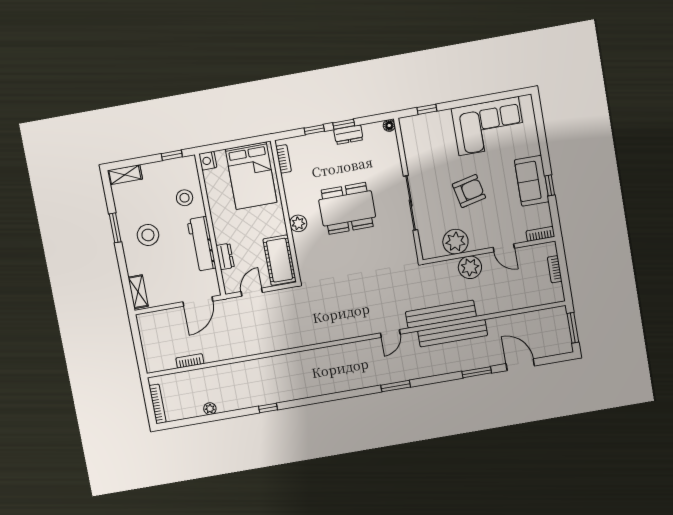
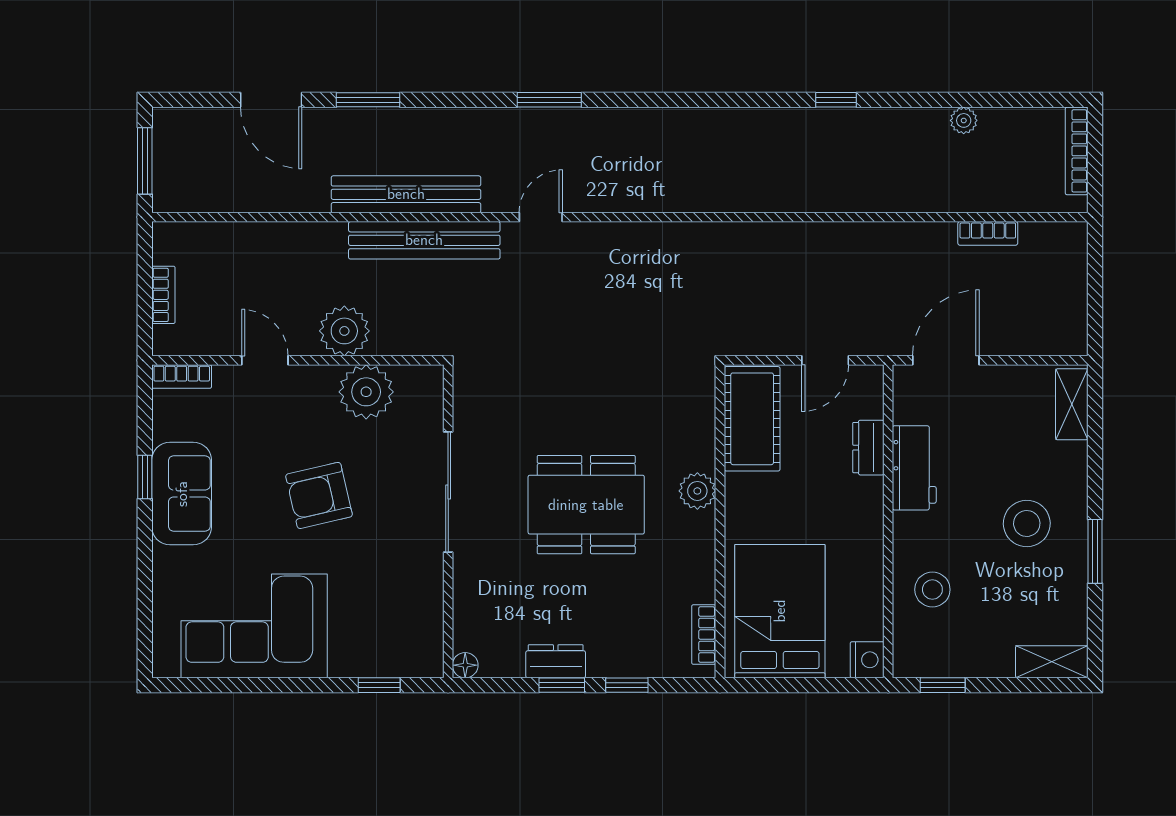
workbench: (202, 244) -> (914, 468), width x0.73

